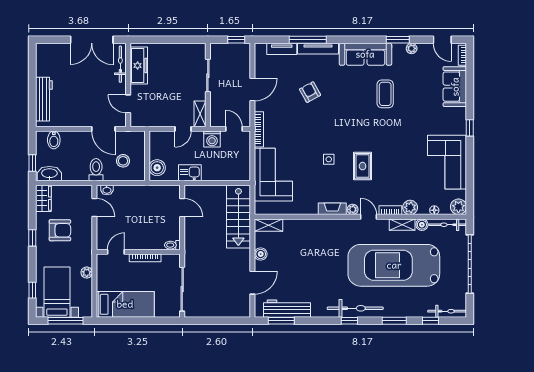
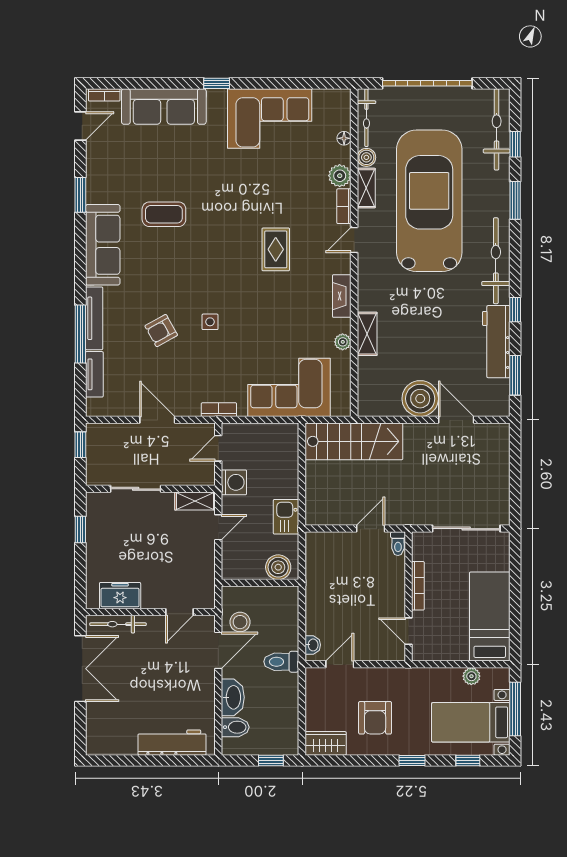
window: (181, 40) -> (80, 530), added
plant: (412, 48) -> (94, 173), removed
freezer: (139, 65) -> (120, 596), width x0.71
sofa: (455, 87) -> (164, 106), width x1.36
door: (183, 129) -> (218, 527), hinge flipped
bookcase: (259, 129) -> (219, 410), width x0.64
side table: (329, 159) -> (210, 322), moved
stool: (123, 161) -> (240, 622), moved
rug: (363, 166) -> (276, 249), turned 90
washbasin: (49, 174) -> (233, 697), moved, turned 180
plant: (458, 207) -> (339, 101), removed
door: (182, 208) -> (371, 529), moved
plant: (353, 209) -> (343, 342), moved
shelving: (268, 225) -> (367, 334), moved
armchair: (60, 230) -> (375, 718), turned 180
window: (32, 238) -> (412, 760), moved
boiler: (261, 254) -> (420, 399), width x1.86, depth x1.86
car: (394, 265) -> (429, 201), turned 180
plant: (87, 273) -> (471, 676), moved
workbench: (287, 309) -> (496, 342), moved
bicycle: (447, 311) -> (497, 129), width x1.37, depth x1.40
window: (349, 321) -> (515, 310), moved

